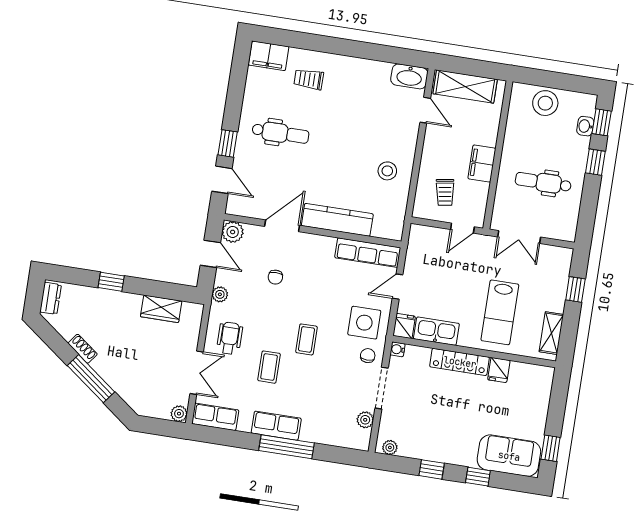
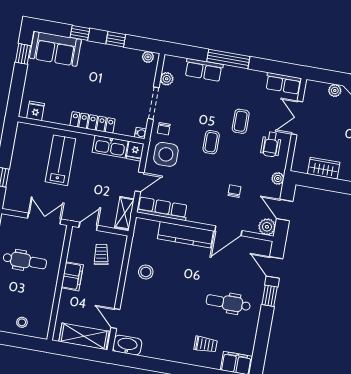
stool: (545, 103) -> (22, 322), width x0.53, depth x0.53
shelving: (551, 333) -> (124, 213), moved
fridge: (499, 370) -> (36, 111), moved
plant: (179, 414) -> (335, 90), moved
row of seats: (276, 426) -> (204, 70), moved

